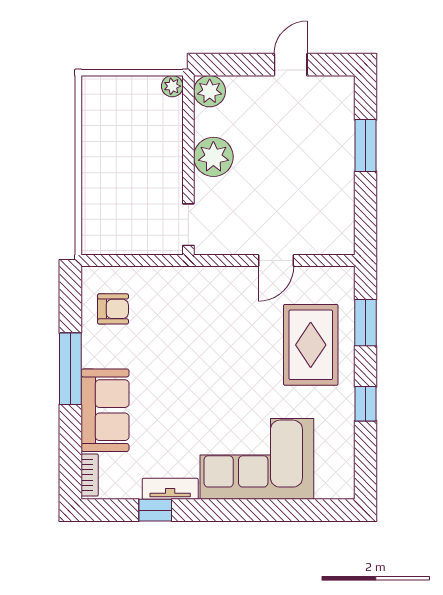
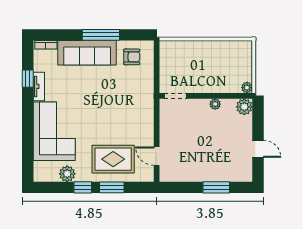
plant: (213, 157) -> (215, 104), width x0.53, depth x0.53
door: (276, 261) -> (157, 156), moved
armchair: (113, 309) -> (132, 57), turned -90
window: (365, 323) -> (112, 187), moved
sofa: (105, 410) -> (87, 53), width x1.36
plant: (339, 434) -> (67, 174), added

